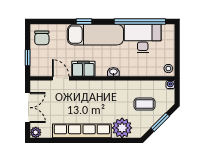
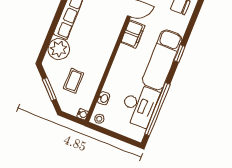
washbasin: (113, 72) -> (104, 98), moved

